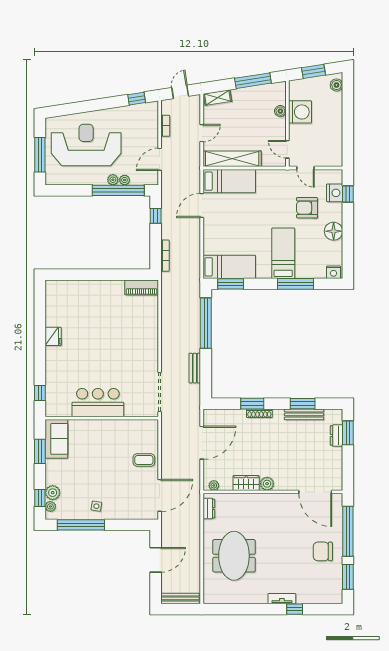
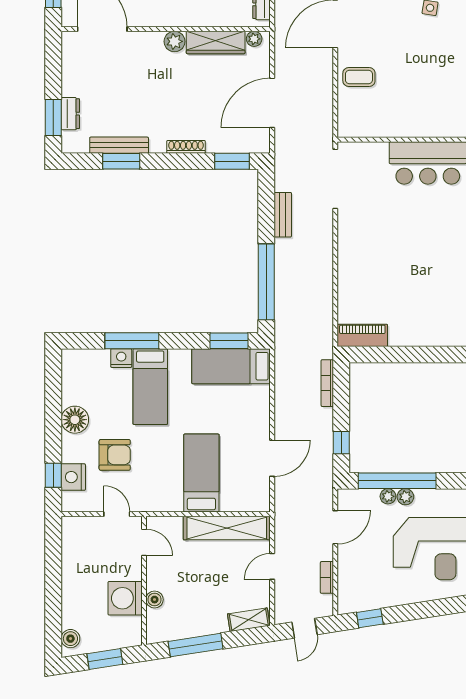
bed: (229, 181) -> (201, 473), moved, turned 90
nightstand: (333, 272) -> (121, 358), moved
window: (252, 404) -> (232, 161), moved
wardrobe: (246, 483) -> (216, 42), width x1.50

